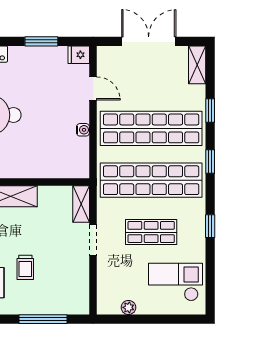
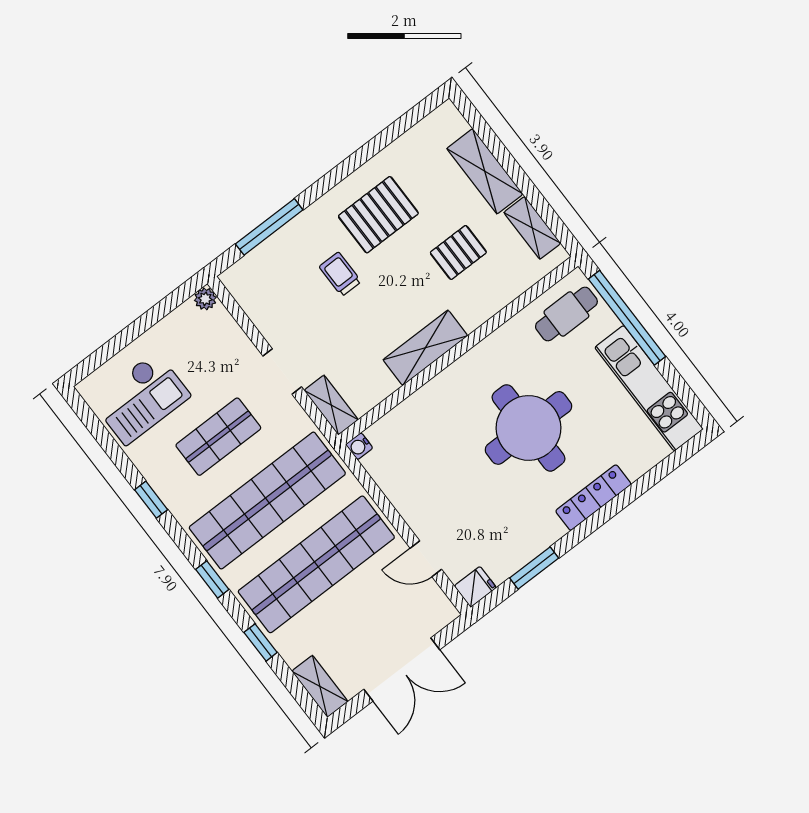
water cooler: (83, 130) -> (359, 446), moved
plant: (128, 307) -> (205, 299), moved

